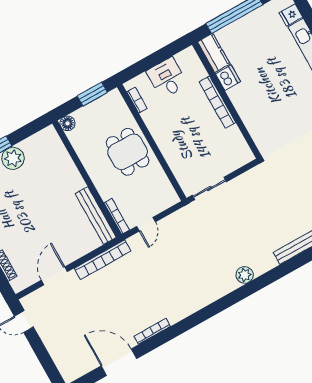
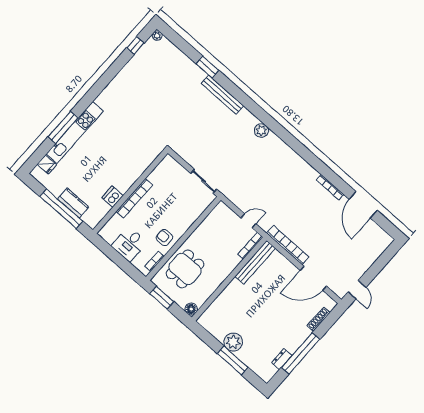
kitchen counter: (214, 53) -> (73, 203), moved, turned 90
armchair: (160, 121) -> (164, 237), added
dining table: (128, 152) -> (185, 269), moved
door: (54, 276) -> (313, 278), width x1.36

